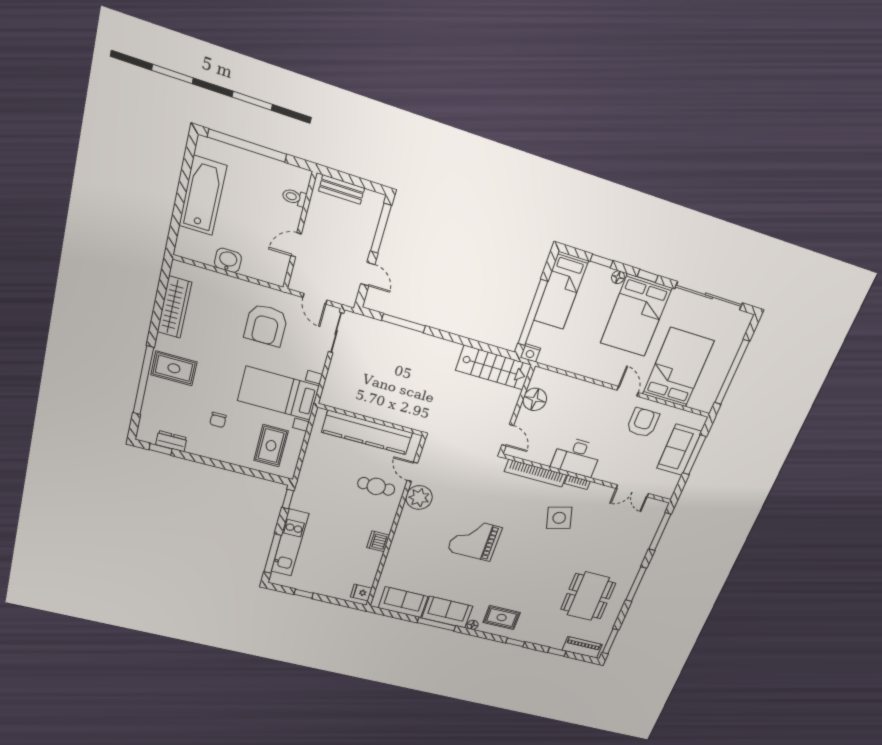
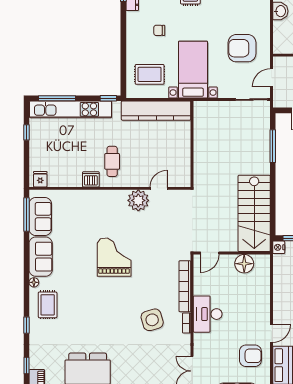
stairs: (494, 368) -> (254, 213), width x1.36, depth x1.51
kitchen counter: (367, 432) -> (156, 111), moved, turned -90
cafe table: (376, 486) -> (112, 161), moved
kitchen unit: (290, 543) -> (71, 109), width x1.36
window: (436, 624) -> (26, 214), moved

